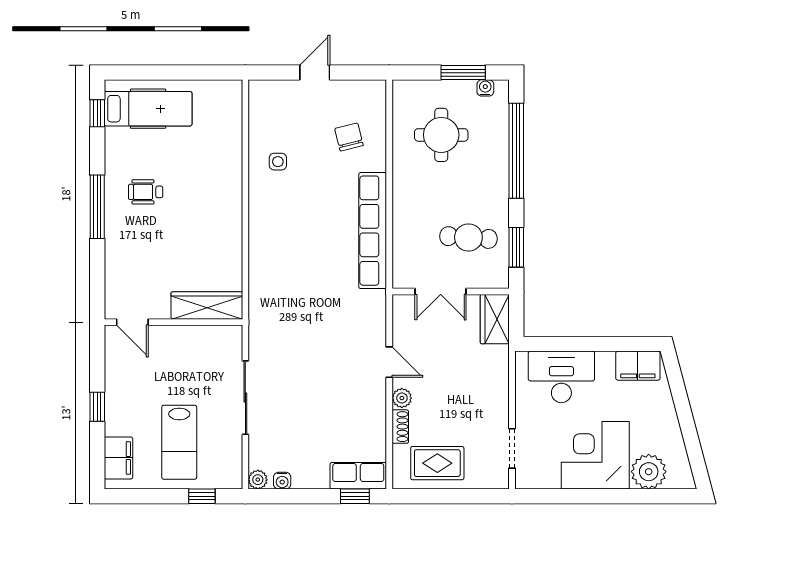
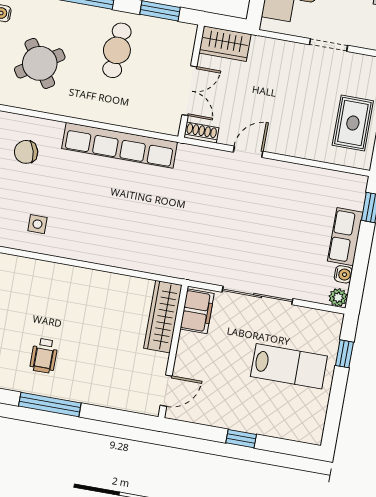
round table: (441, 135) -> (40, 63), turned -33
cafe table: (468, 238) -> (117, 50), moved
plant: (402, 398) -> (285, 146), removed
shoe rack: (400, 427) -> (201, 133), moved
doorway: (512, 448) -> (328, 45), moved
filing cabinet: (118, 458) -> (197, 311), moved, turned 90
row of seats: (358, 476) -> (345, 237), moved

